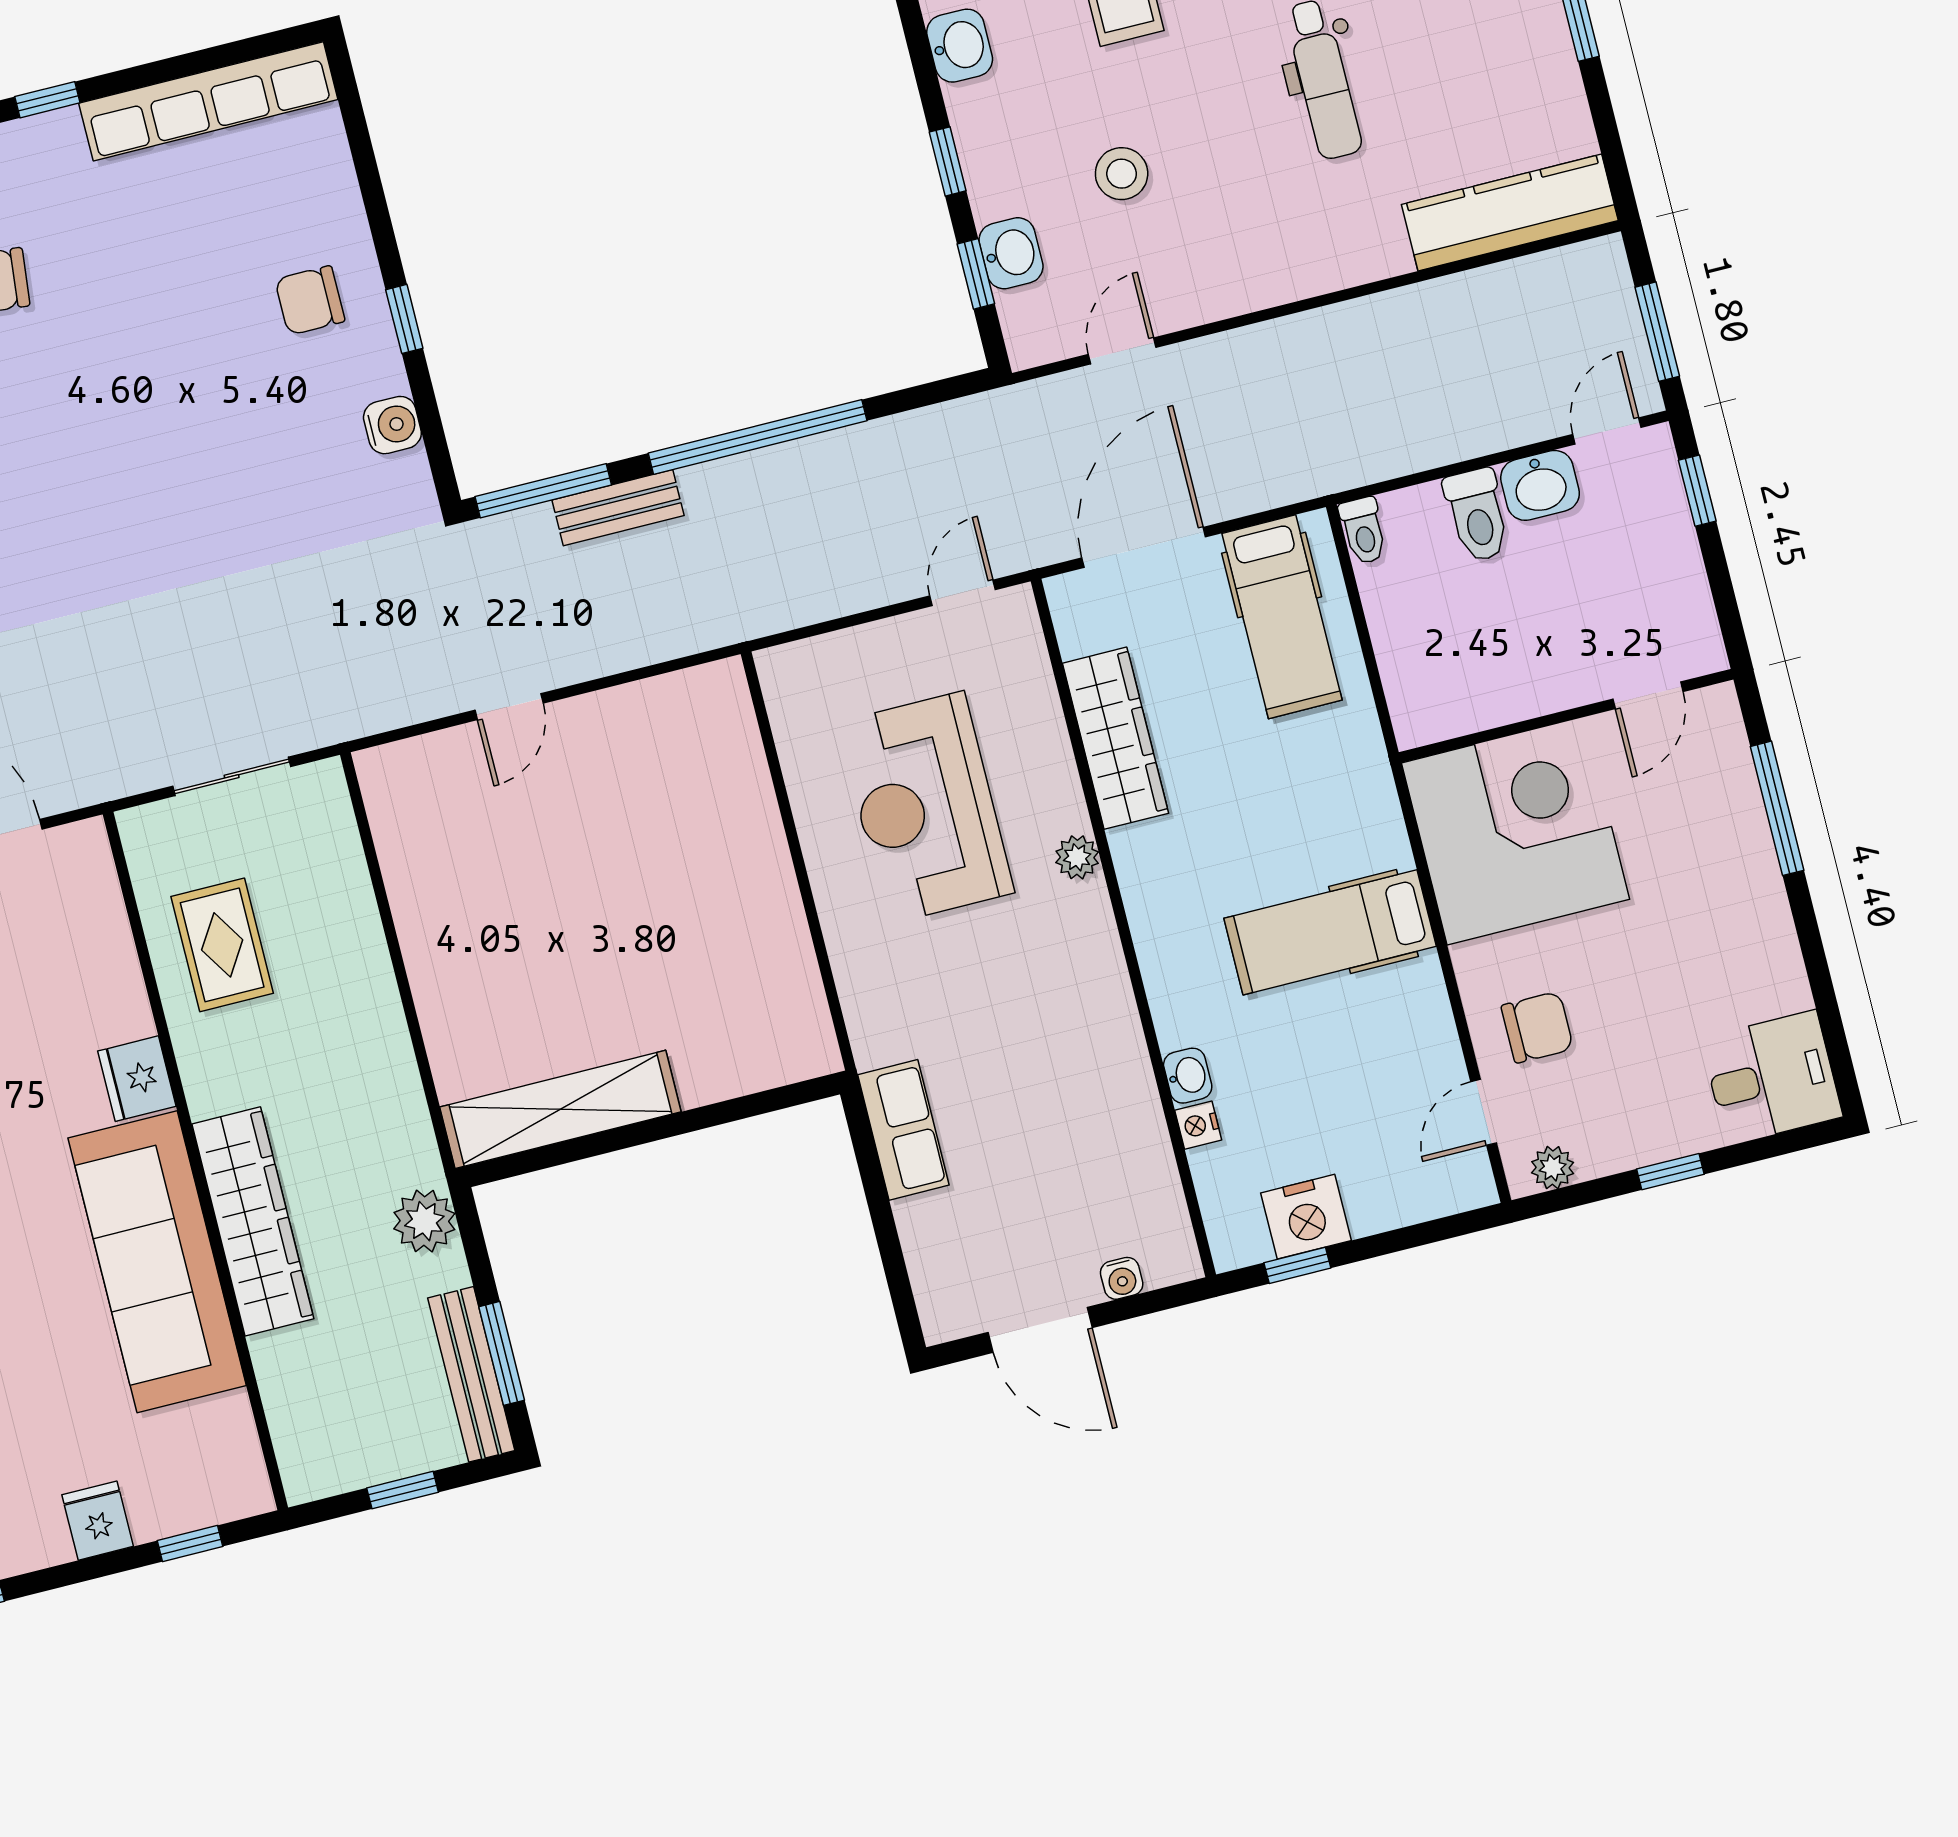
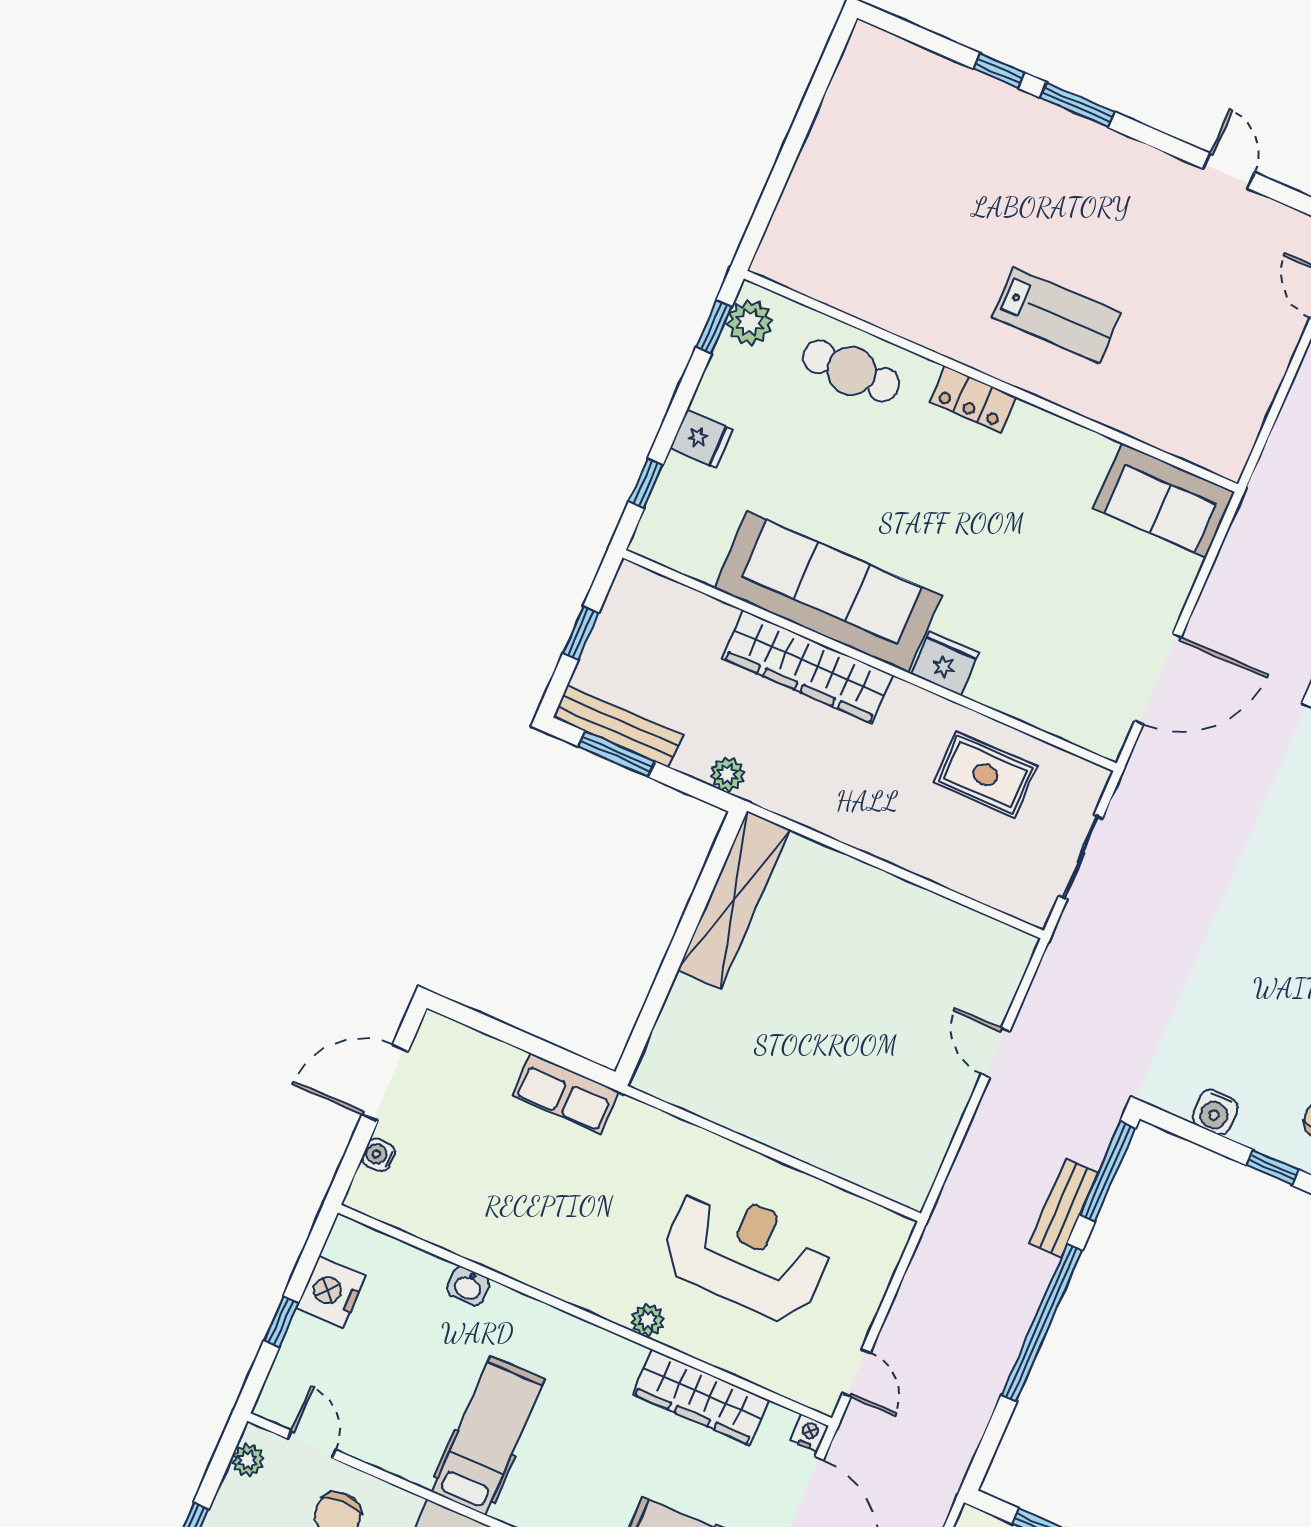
nightstand: (1198, 1125) -> (809, 1433), moved
plant: (424, 1221) -> (727, 774), width x0.73, depth x0.73
window: (1297, 1265) -> (281, 1322), moved

